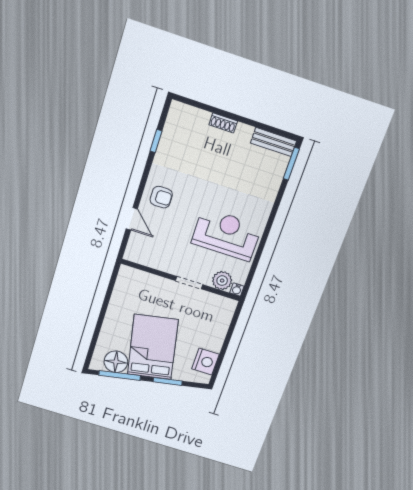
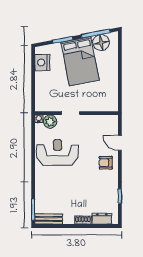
dresser: (194, 116) -> (102, 219), added
reception desk: (226, 234) -> (58, 153), turned 180

